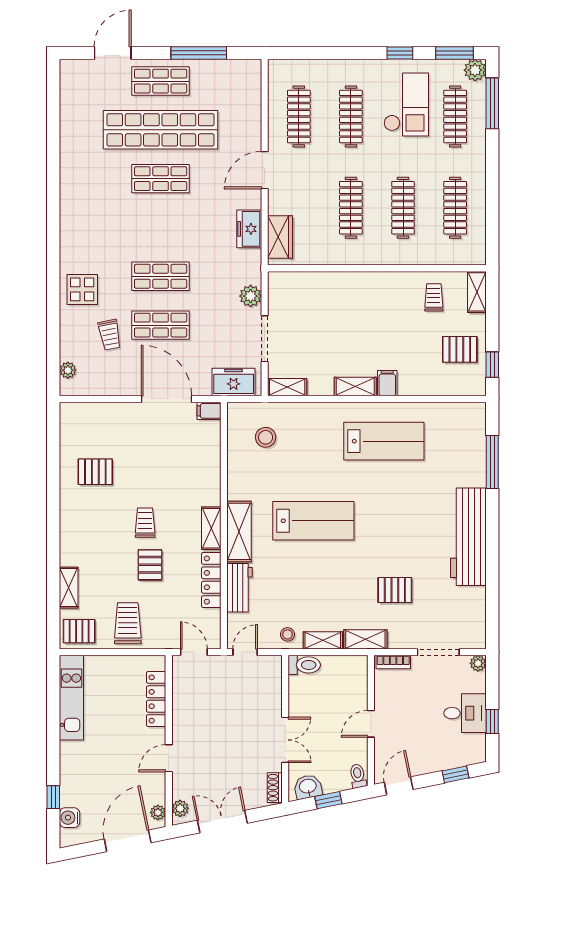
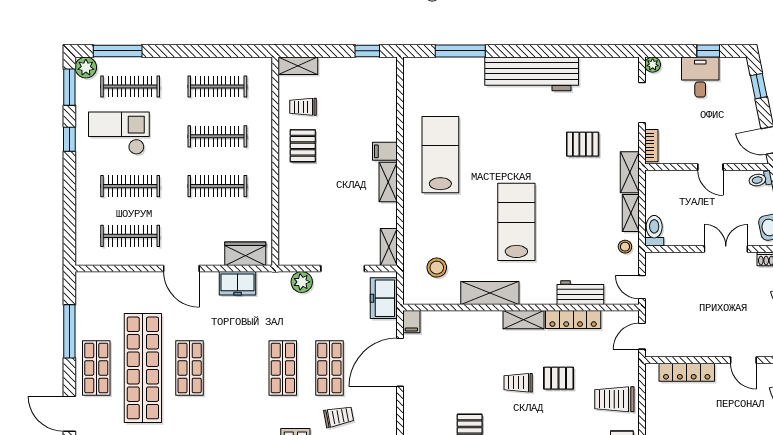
pallet: (460, 349) -> (303, 146), moved
shelving: (239, 531) -> (490, 293), moved
pallet: (395, 590) -> (583, 144), turned 90

